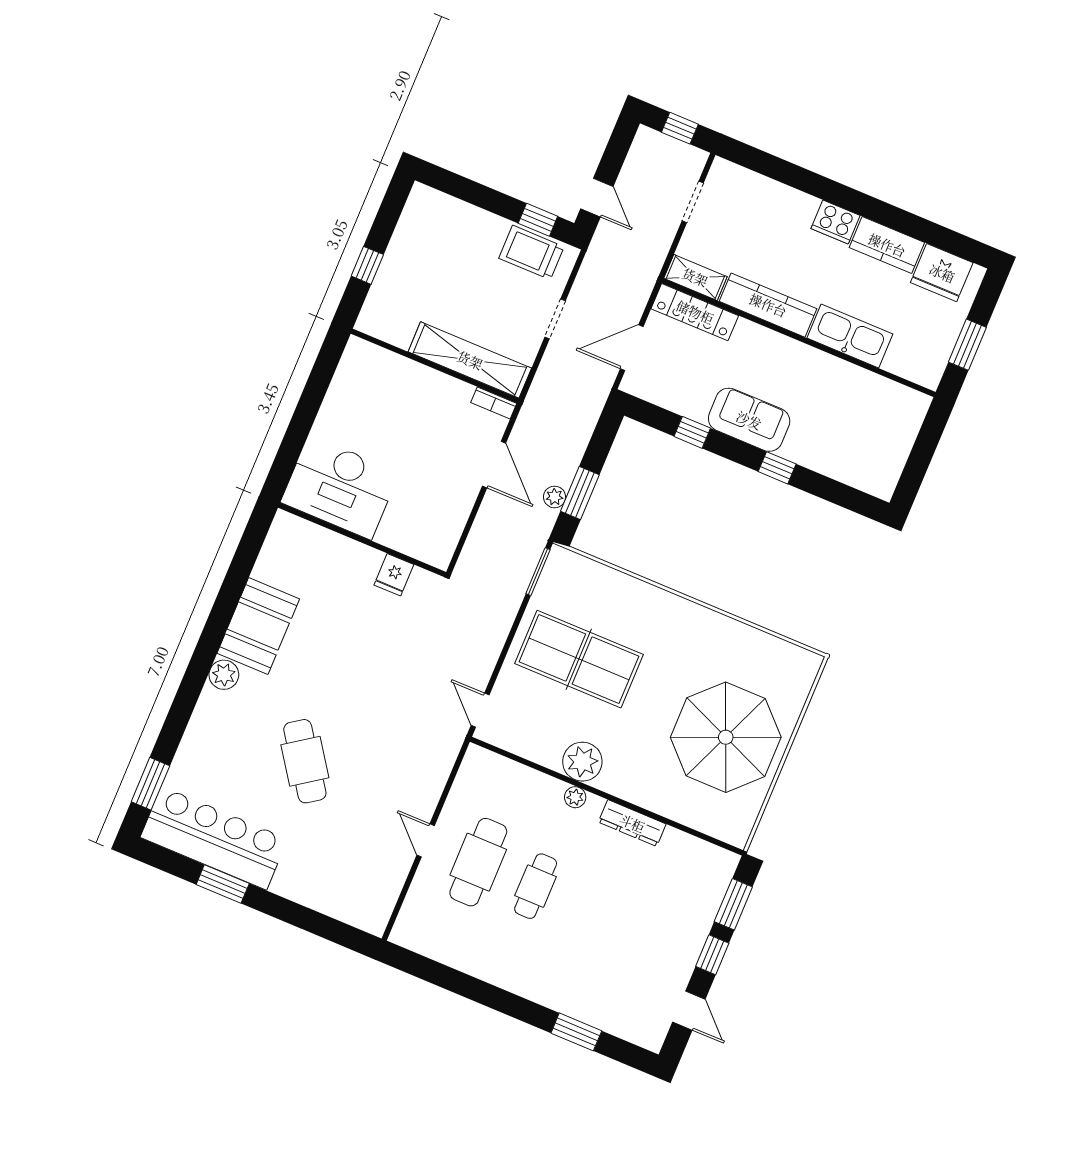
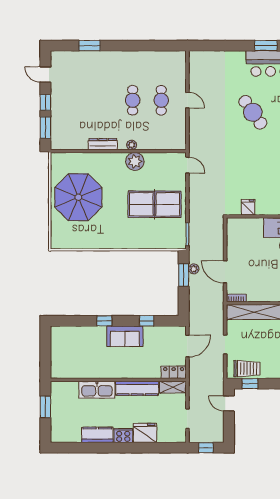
fridge: (942, 273) -> (145, 433), moved
locker: (695, 312) -> (174, 372), width x0.66
cafe table: (478, 862) -> (161, 100), width x0.73, depth x0.74

